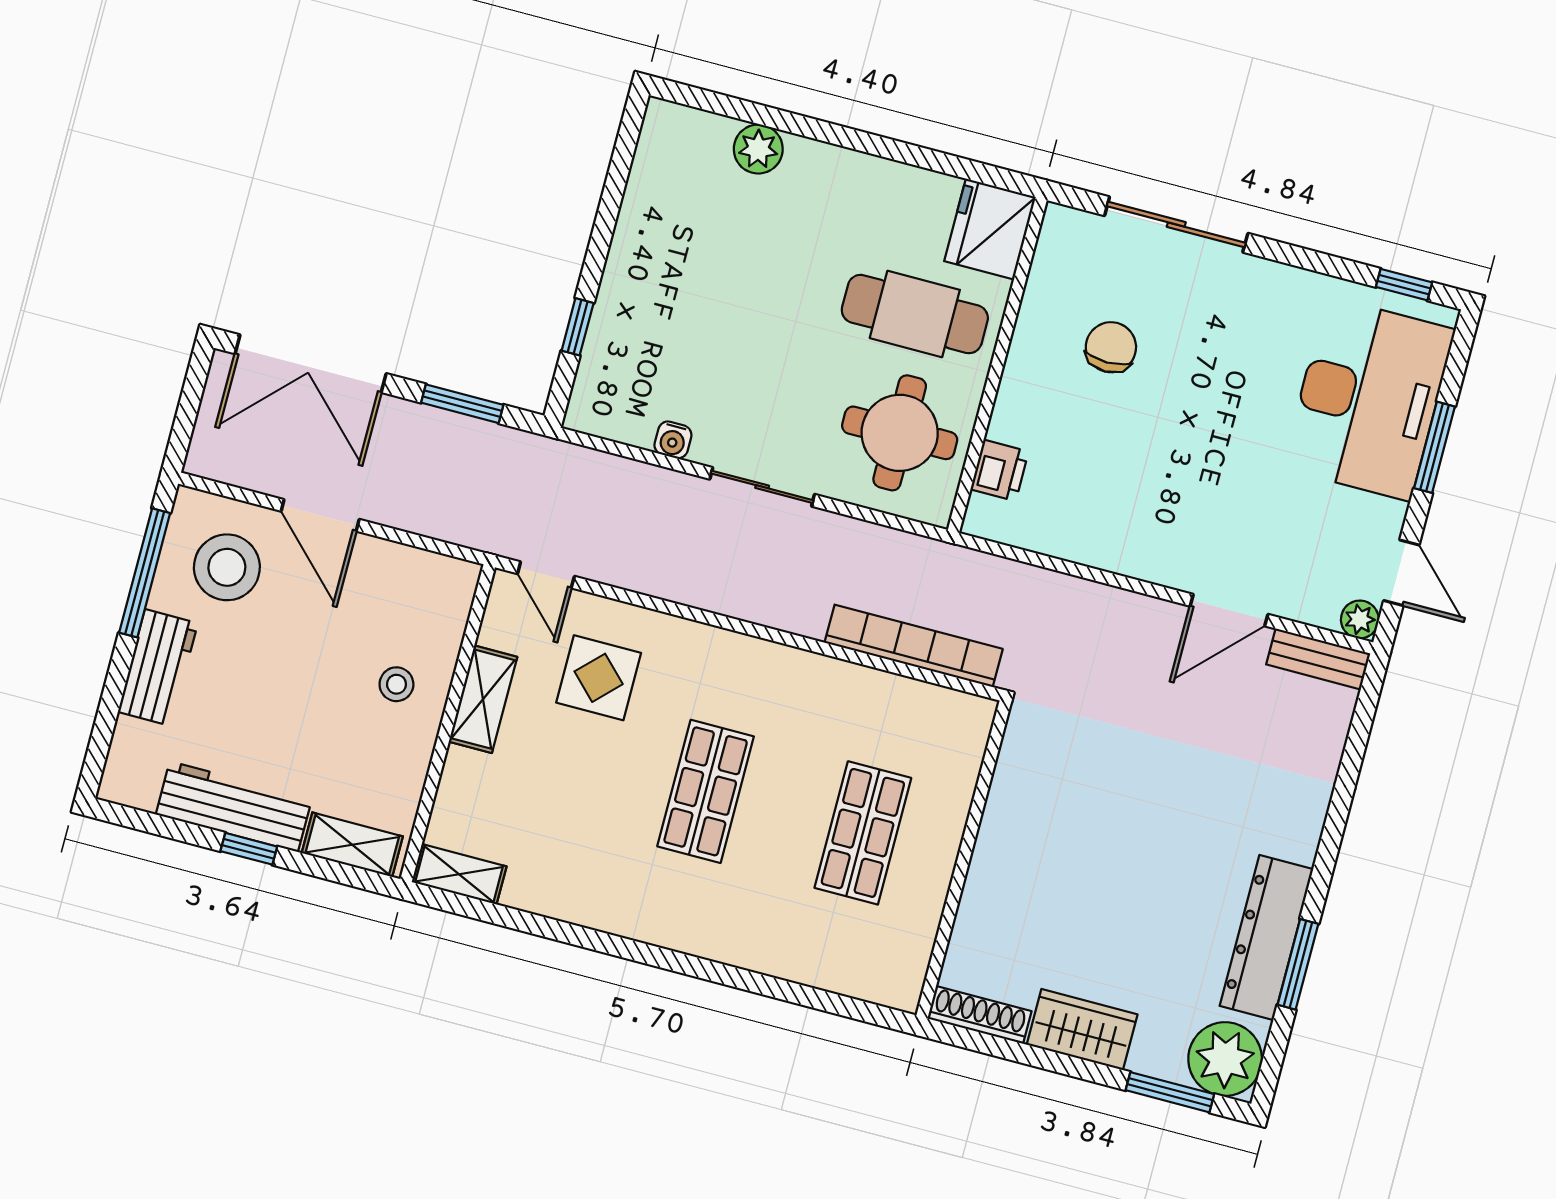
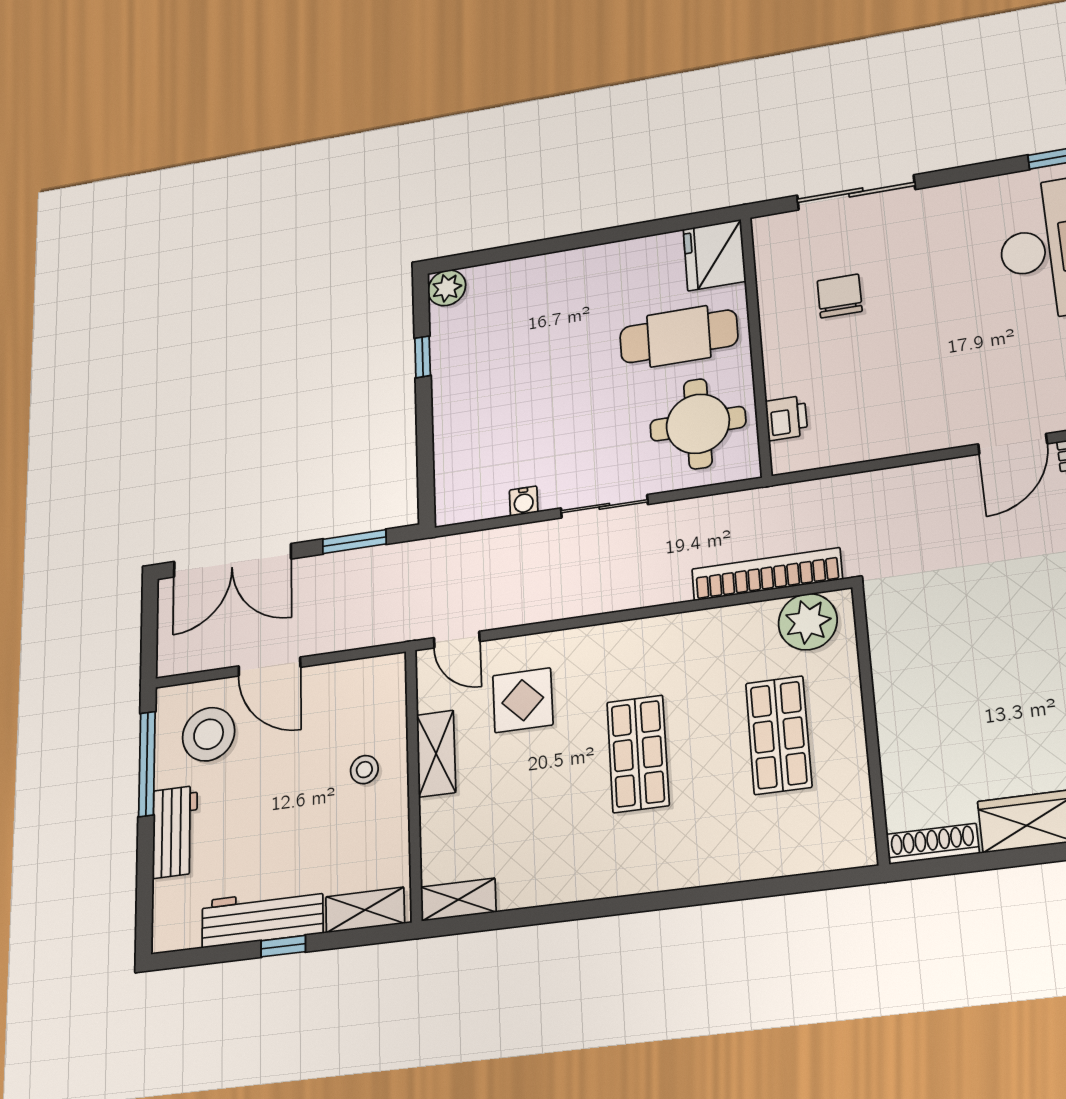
plant: (758, 149) -> (447, 288), moved
window: (578, 327) -> (423, 357), moved
plant: (938, 719) -> (808, 622), added

